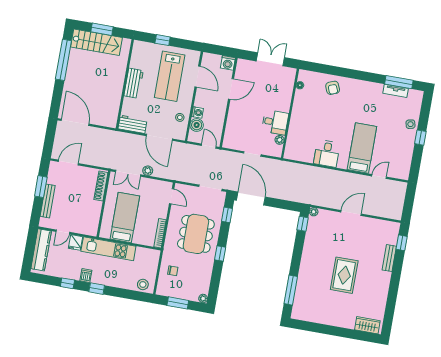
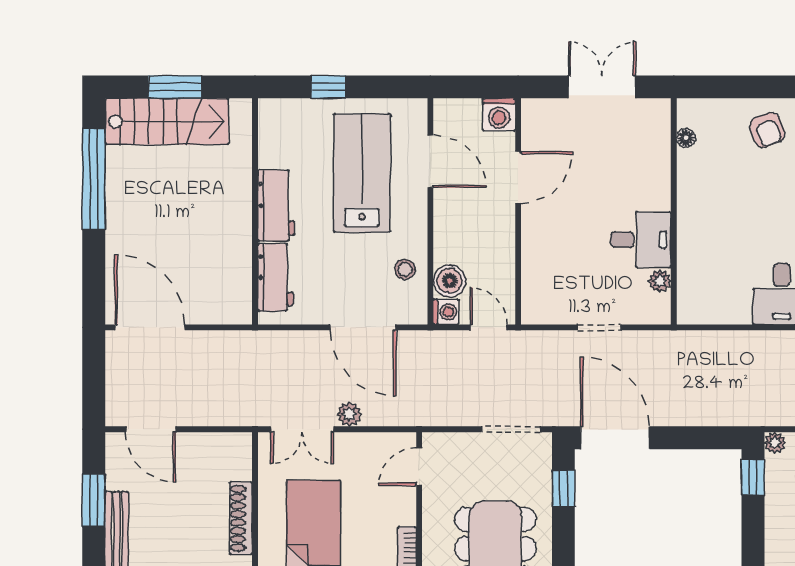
lab bench: (170, 76) -> (362, 173), turned 180
washing machine: (197, 112) -> (446, 312), moved
workbench: (133, 124) -> (275, 277), moved, turned 90
door: (68, 163) -> (151, 429), swing flipped
shoe rack: (101, 186) -> (241, 518), moved
door: (172, 196) -> (419, 467), swing flipped

